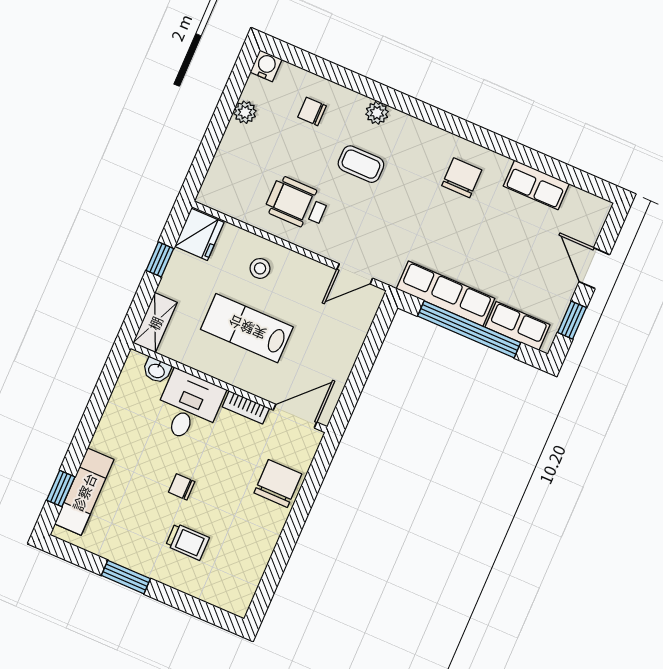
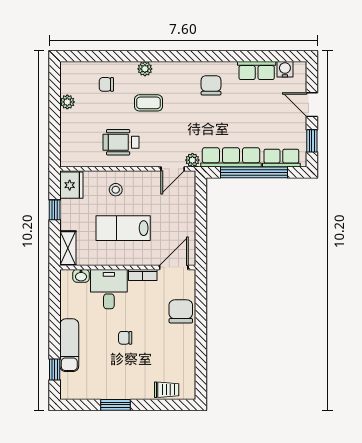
water cooler: (266, 66) -> (285, 69), moved
plant: (388, 274) -> (192, 160), added
exam couch: (84, 492) -> (69, 345), moved
trolley: (187, 542) -> (167, 390), moved

